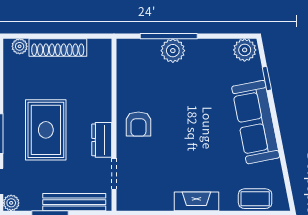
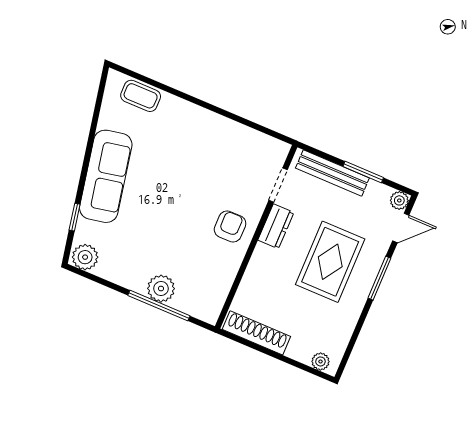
shoe rack: (58, 47) -> (256, 333), moved
fireplace: (196, 201) -> (204, 119), removed

